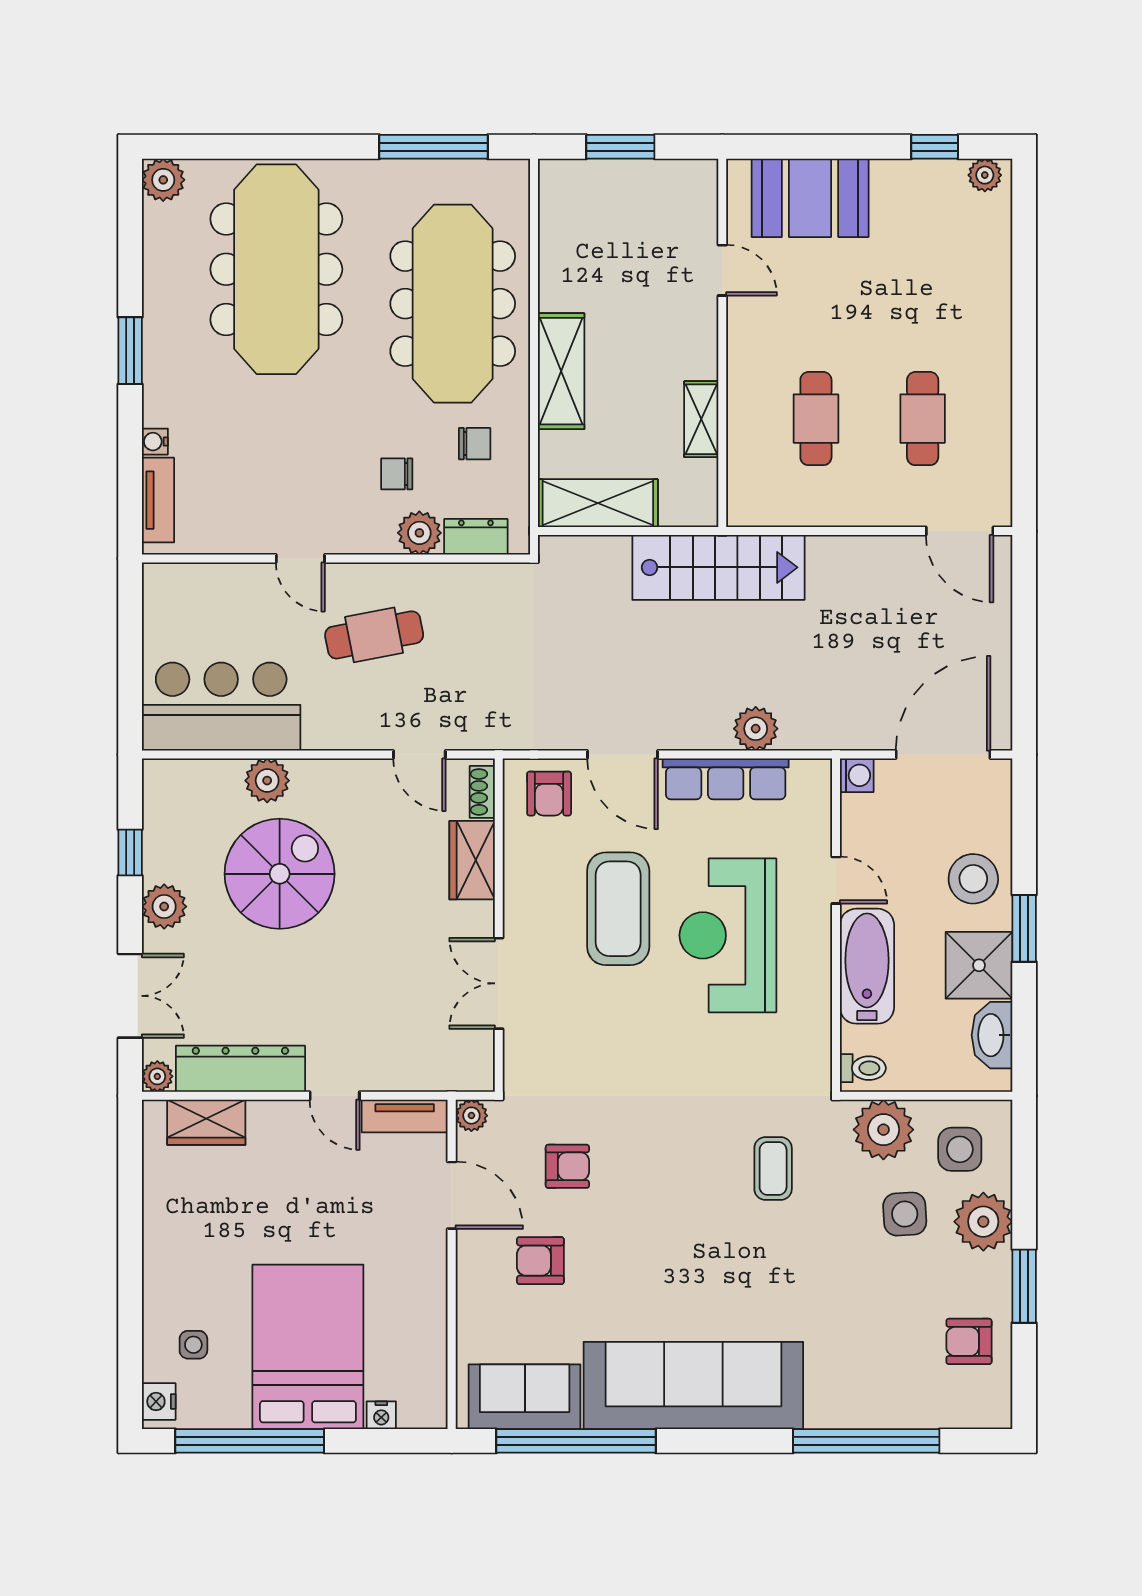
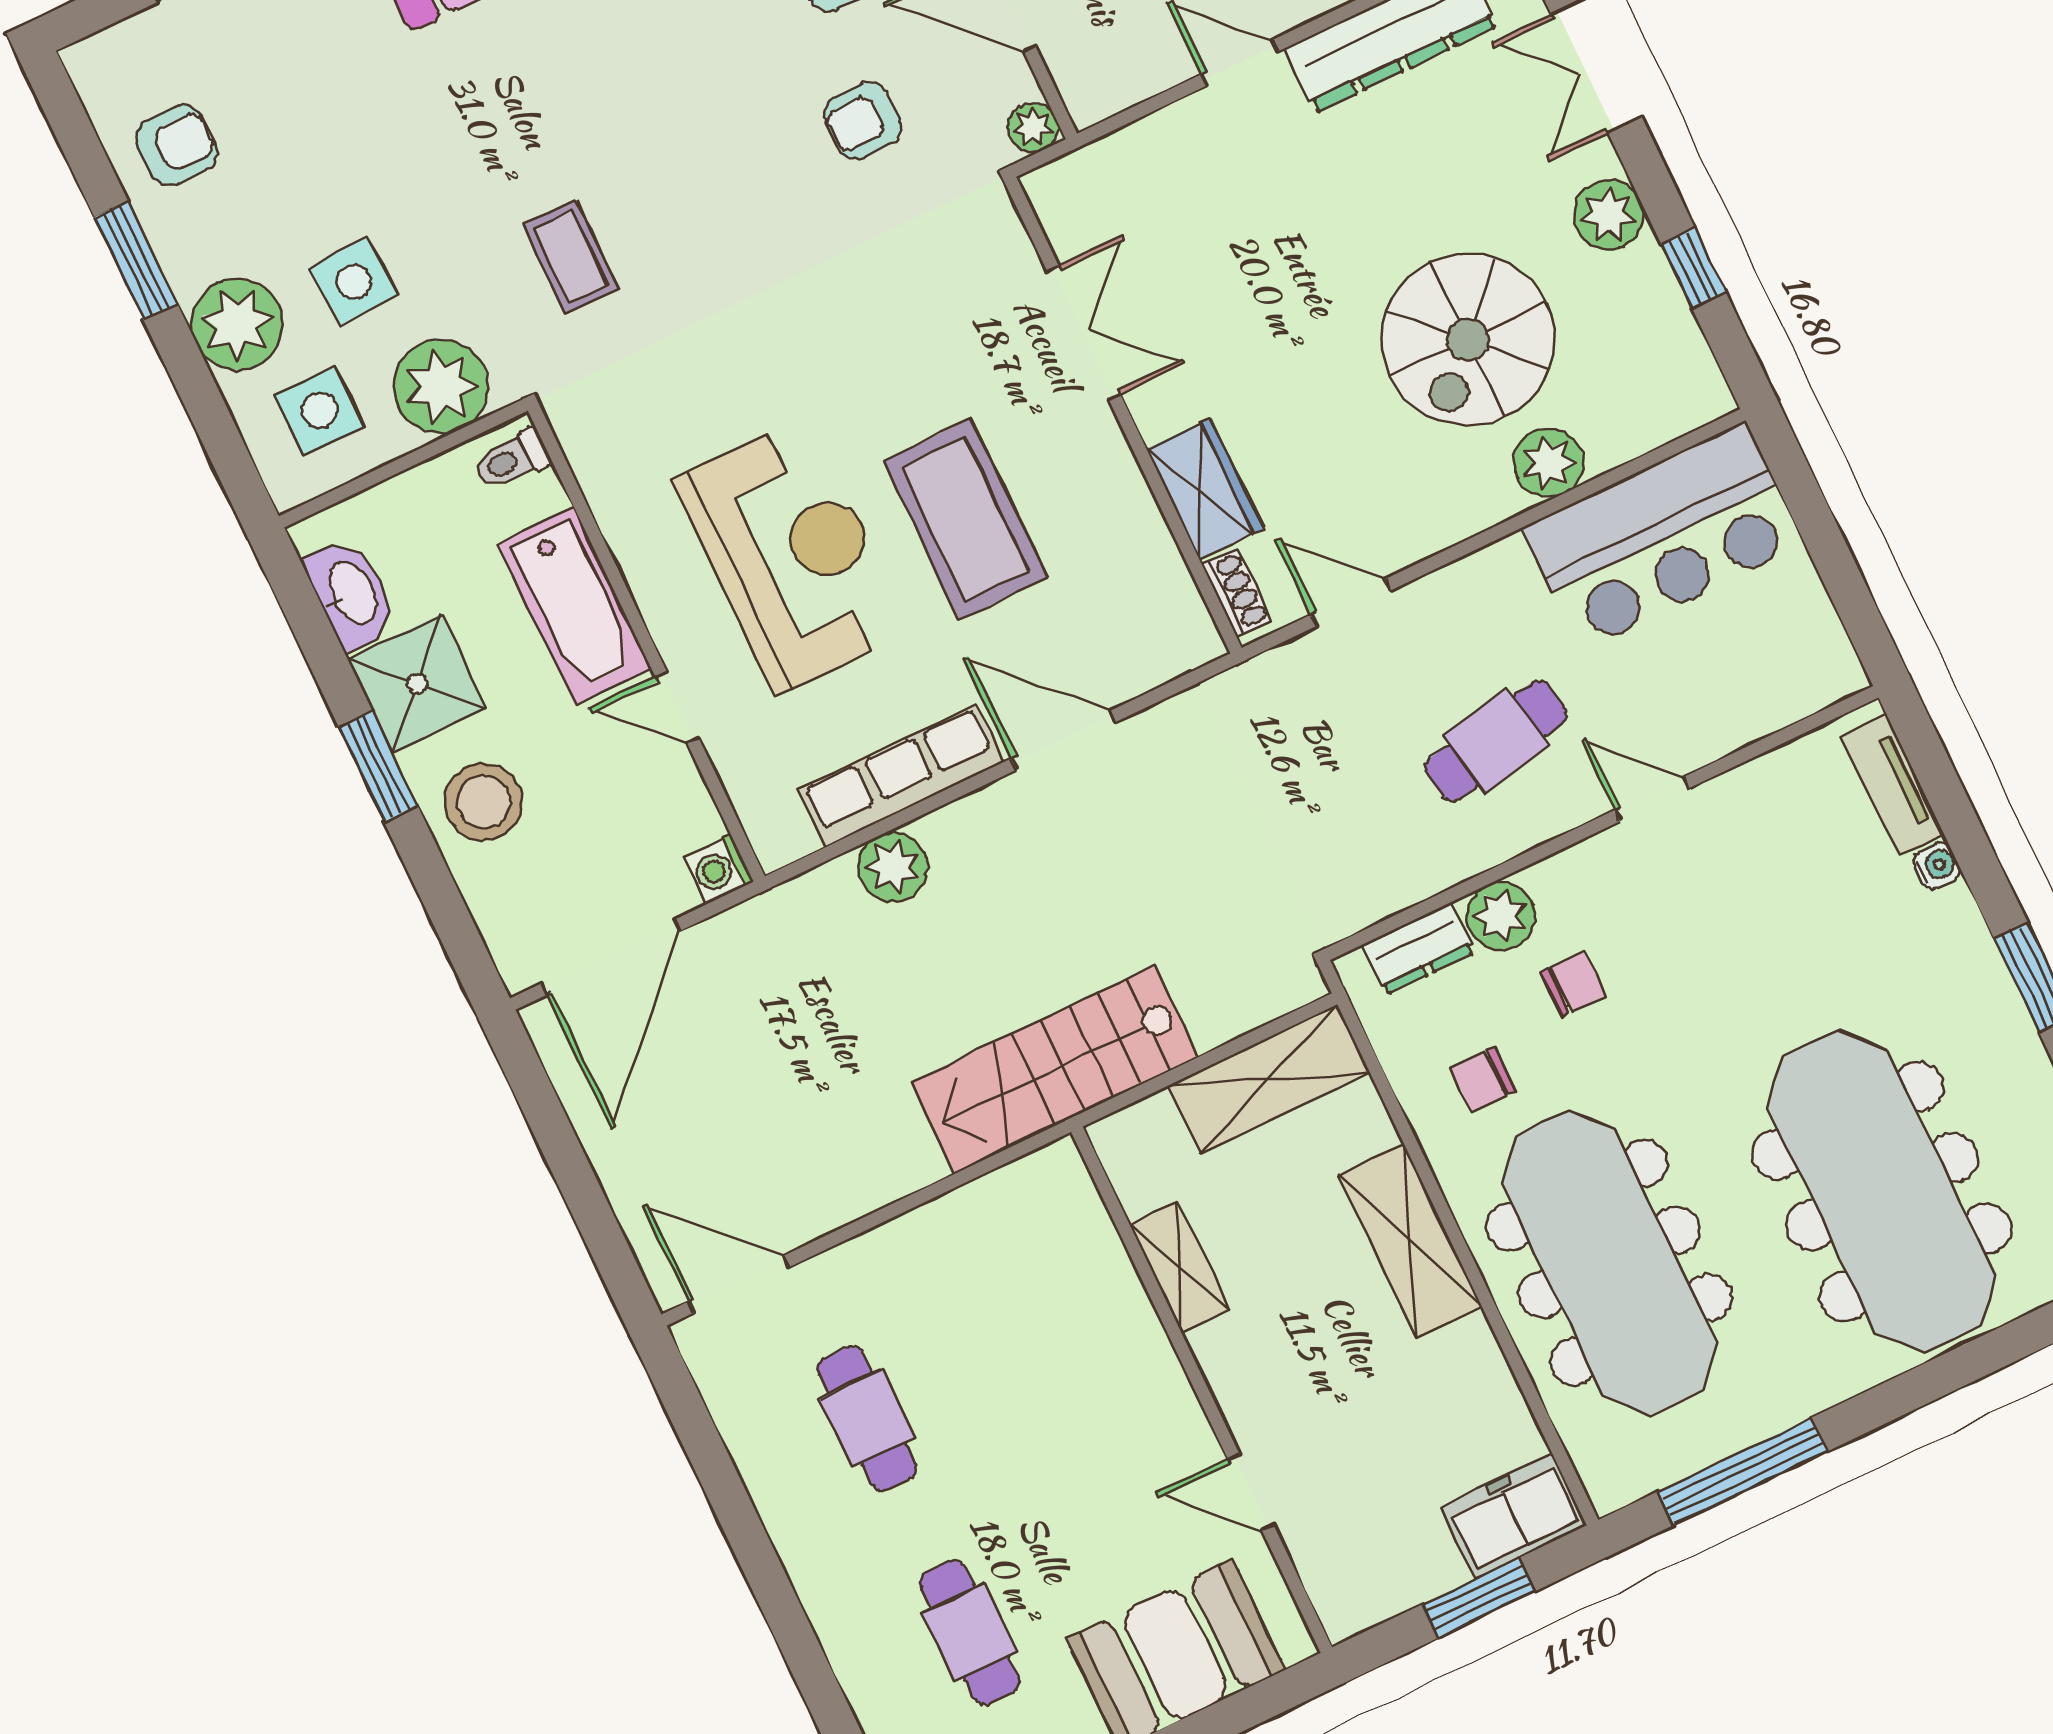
freezer: (577, 184) -> (1514, 1516), added
cafe table: (816, 419) -> (970, 1632), moved
armchair: (549, 794) -> (1141, 635), removed
tv unit: (405, 1116) -> (1127, 82), removed

